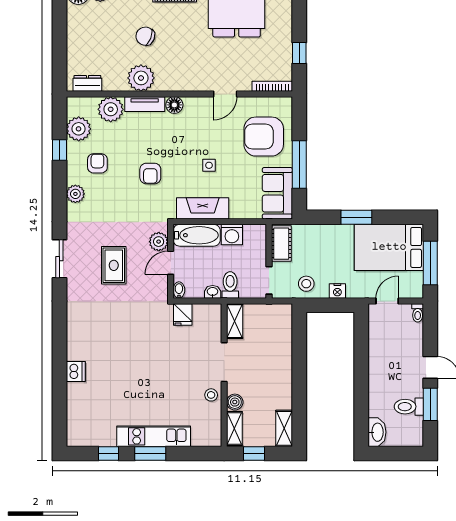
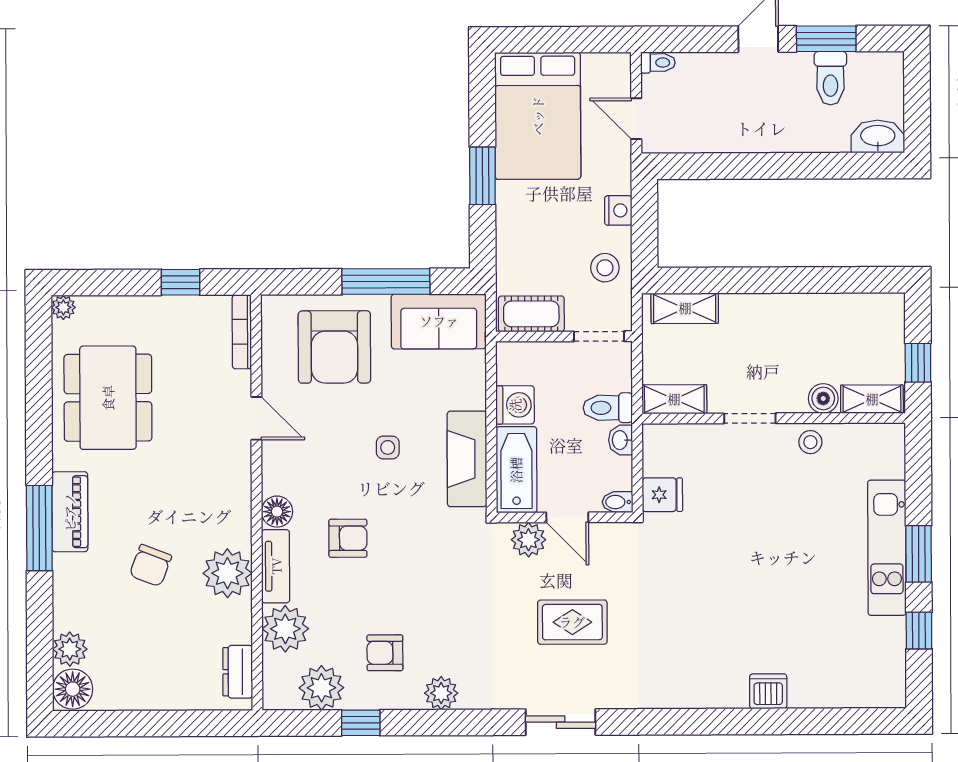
armchair: (150, 173) -> (348, 538), moved
window: (430, 263) -> (566, 40), removed
doorway: (224, 362) -> (750, 418), width x0.73
shelving: (284, 428) -> (685, 308), moved

